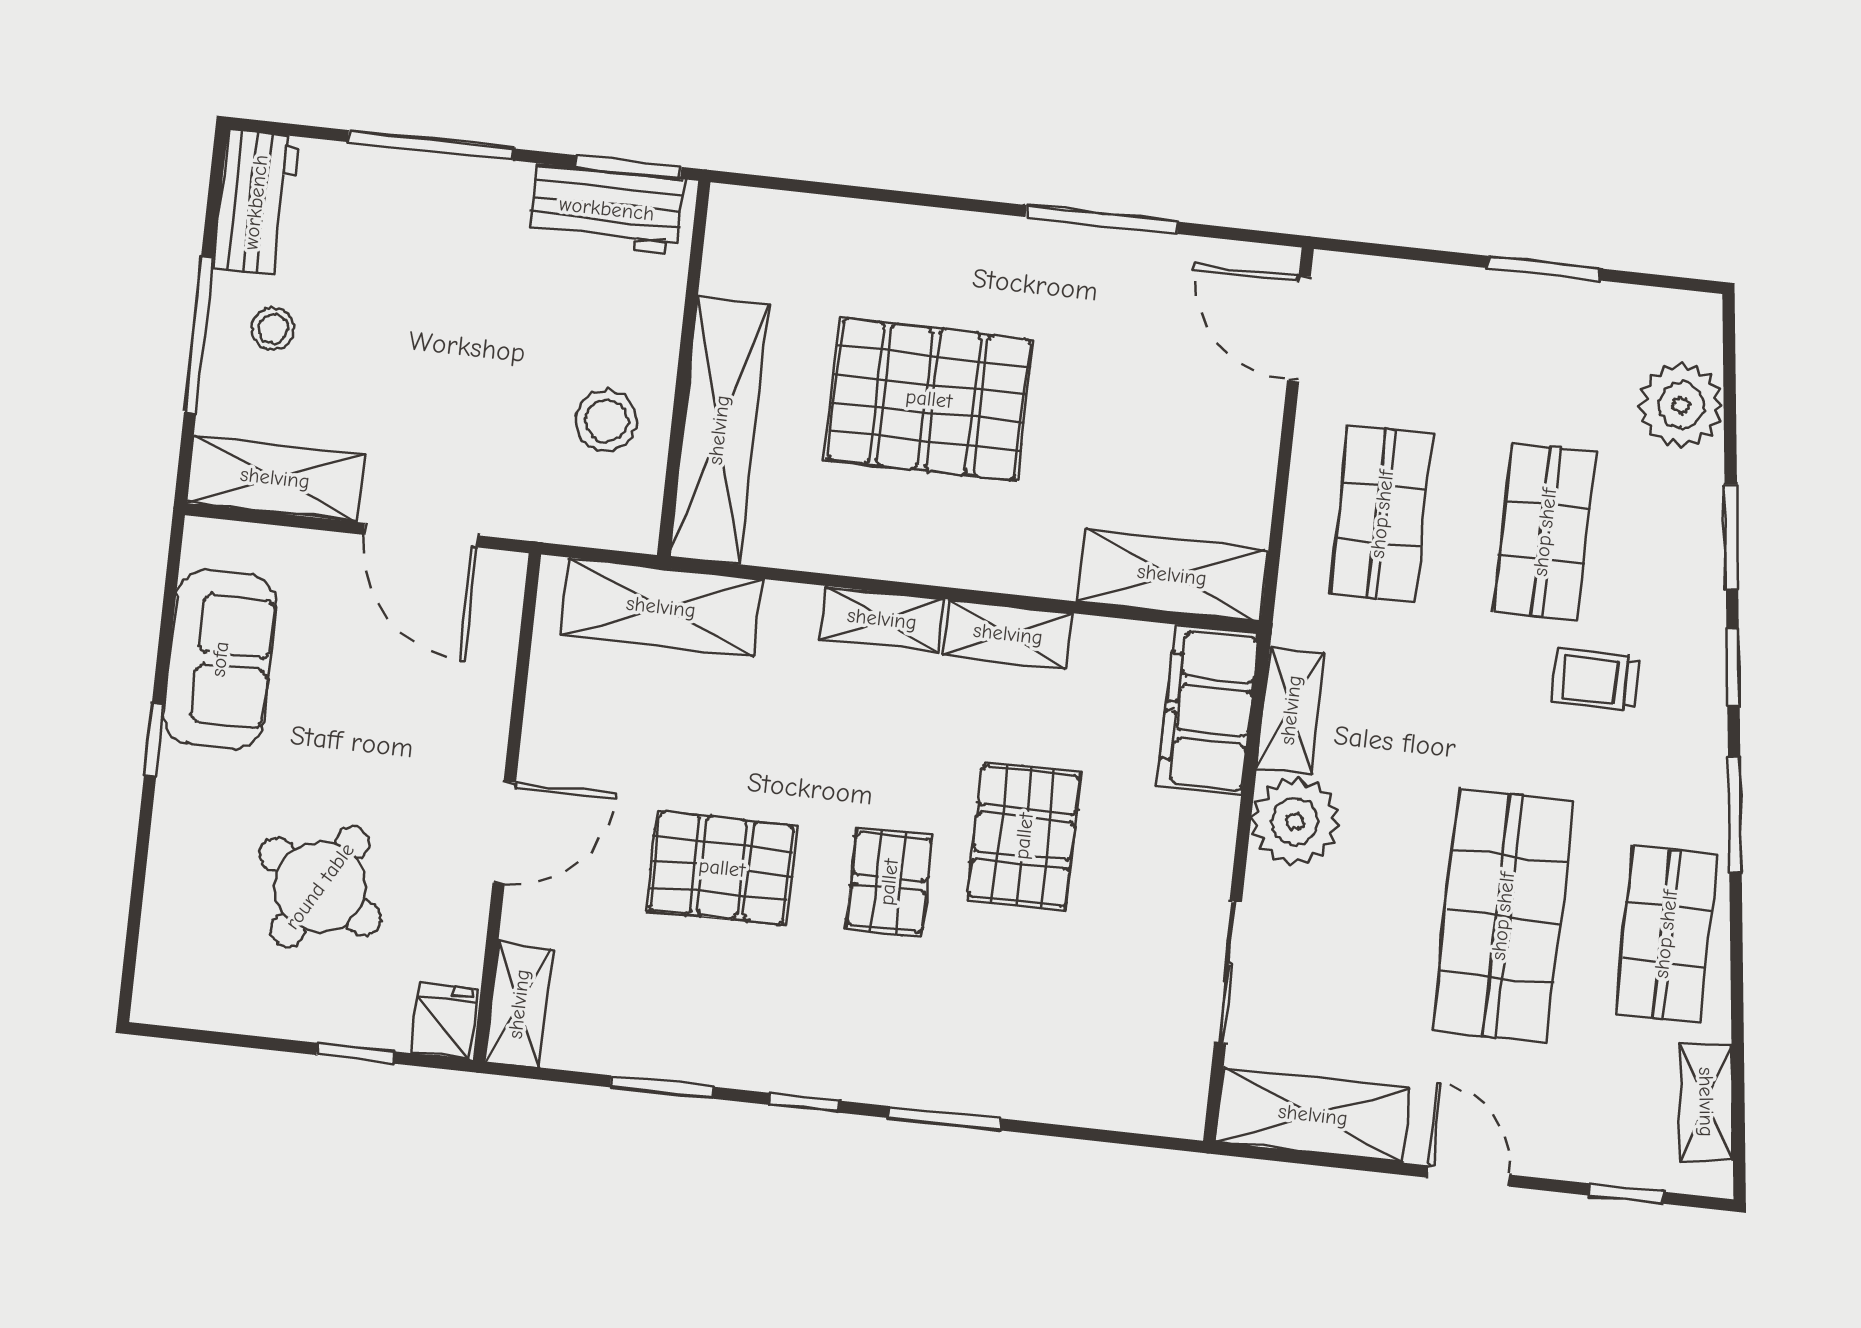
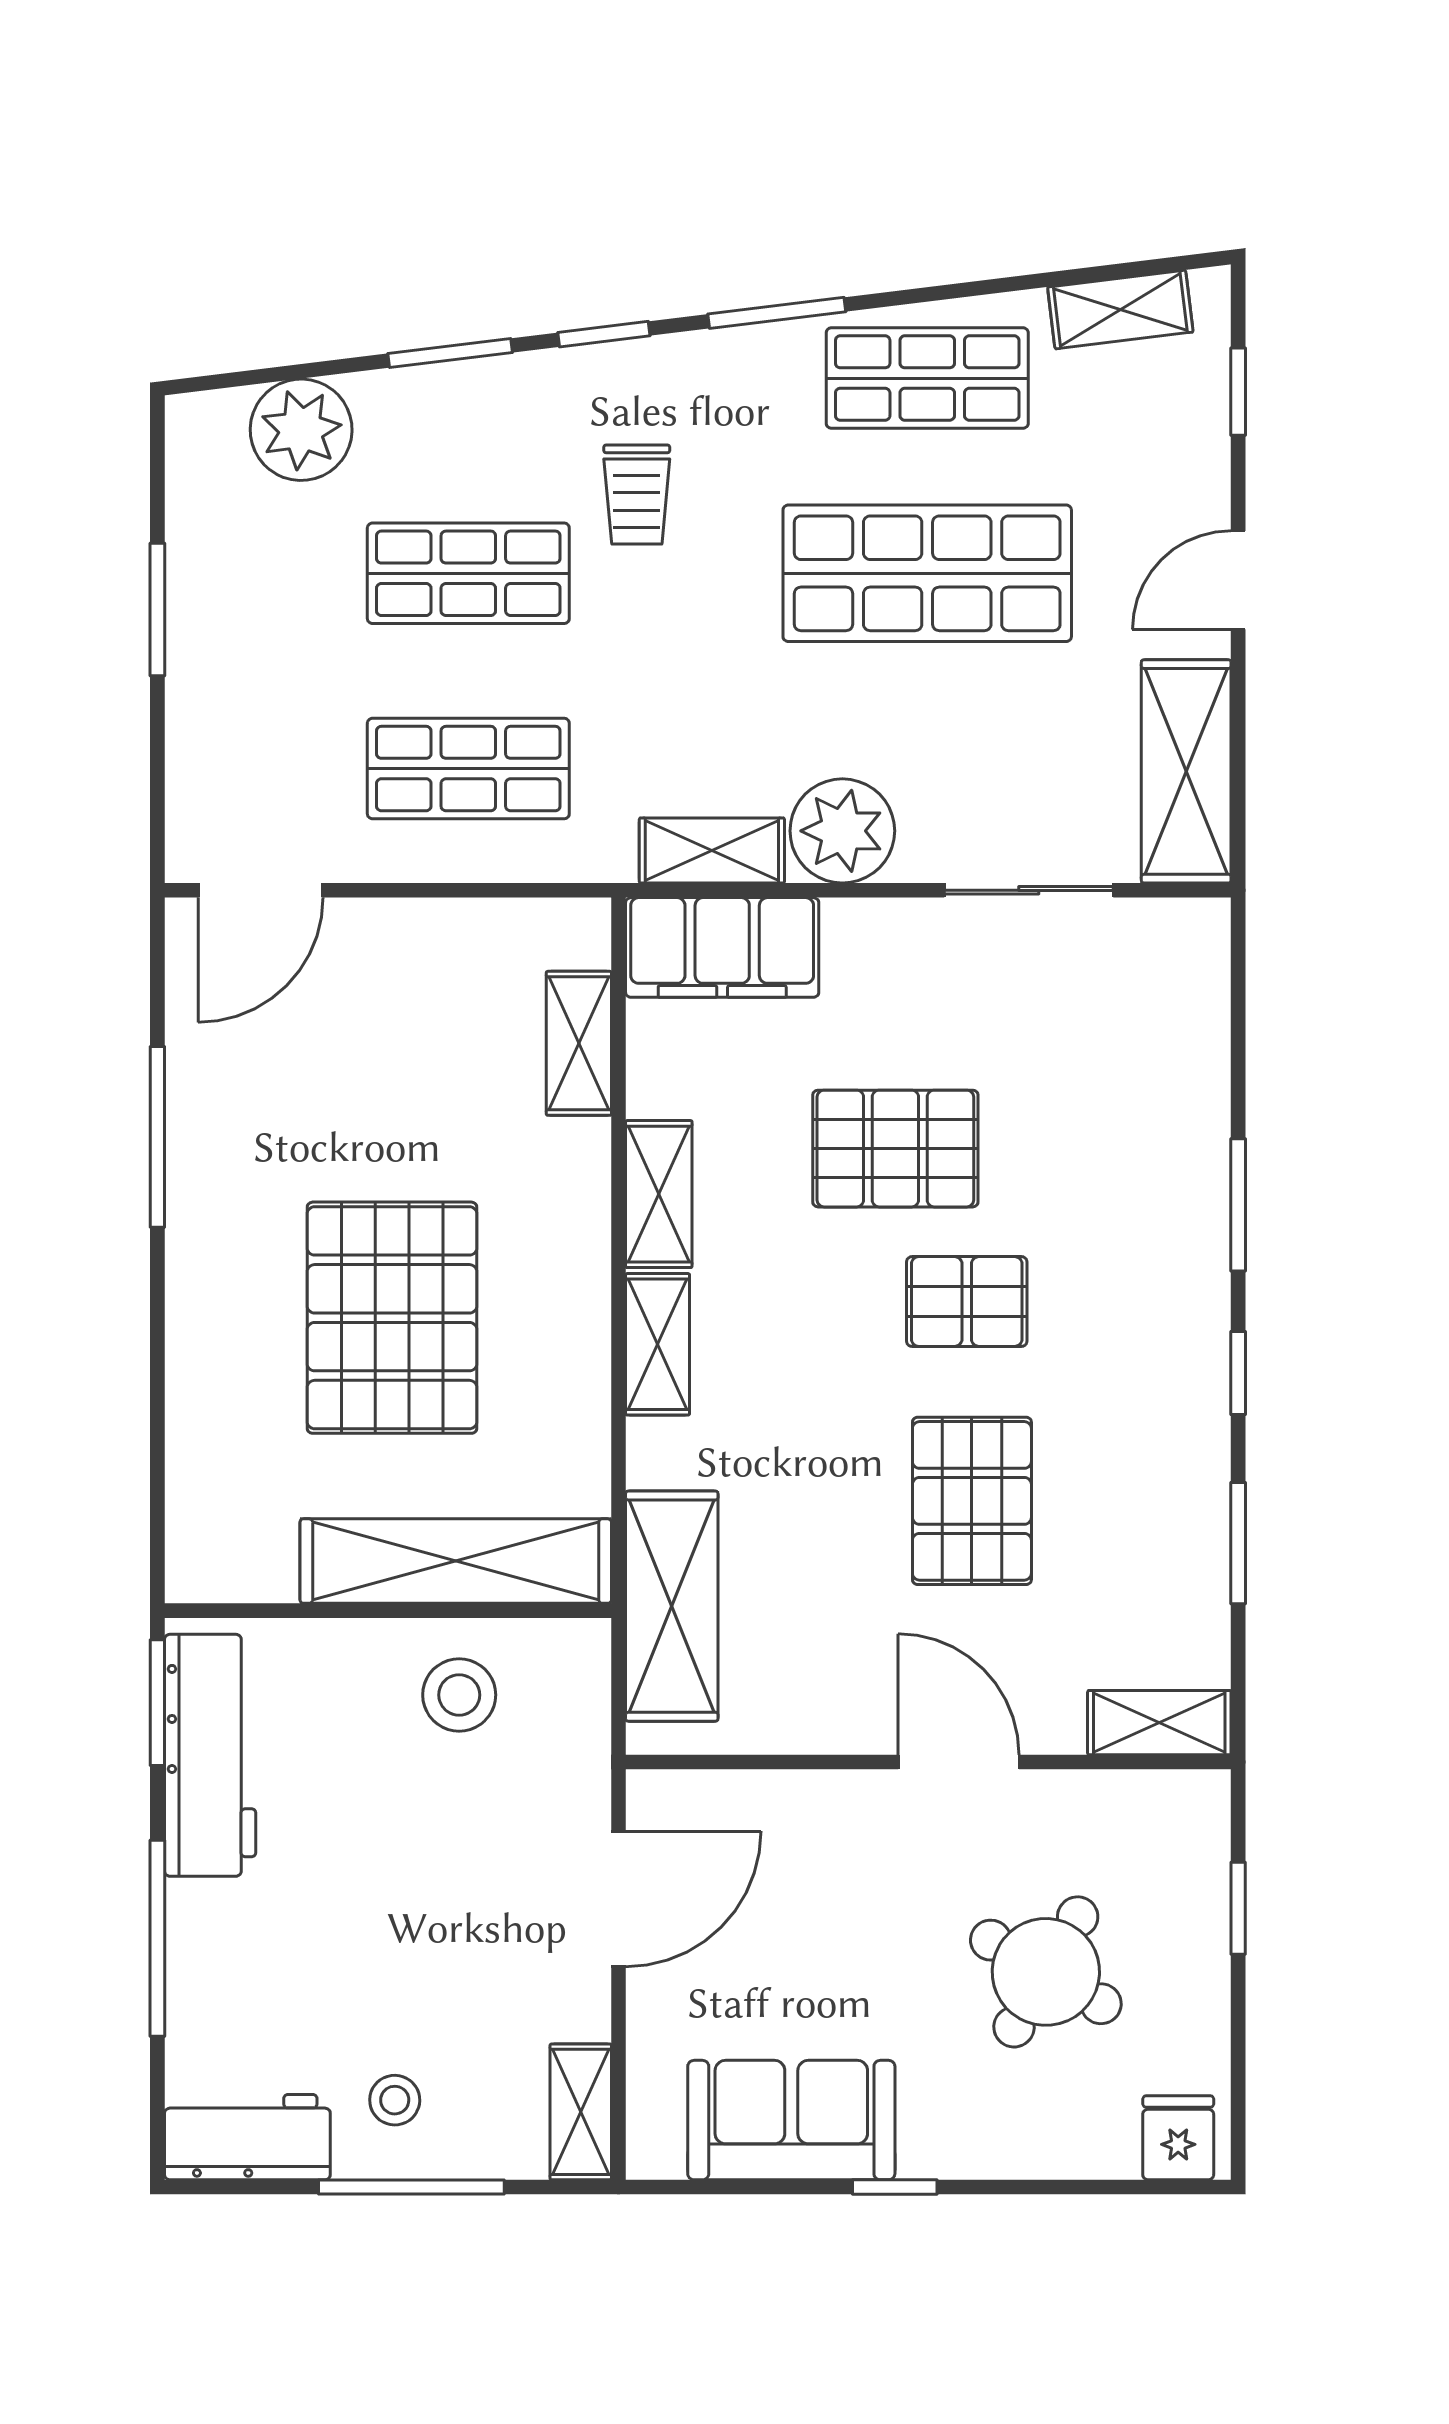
workbench: (607, 209) -> (210, 1755), width x1.38
shelving: (275, 478) -> (581, 2112), width x0.67, depth x0.75
shelving: (1172, 575) -> (579, 1043), width x0.67, depth x0.75
fridge: (444, 1021) -> (1178, 2138), moved, turned 90

